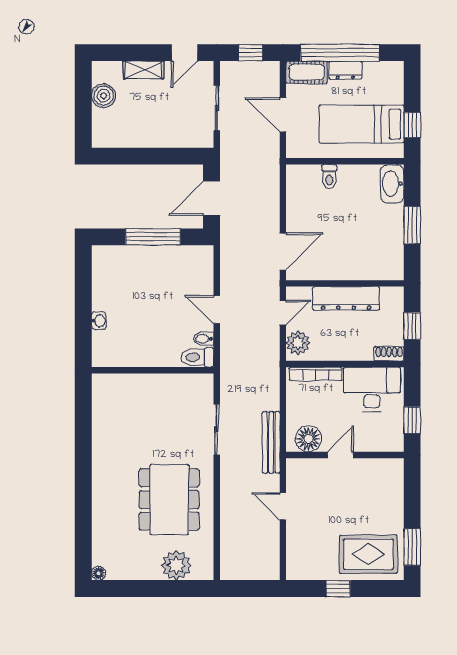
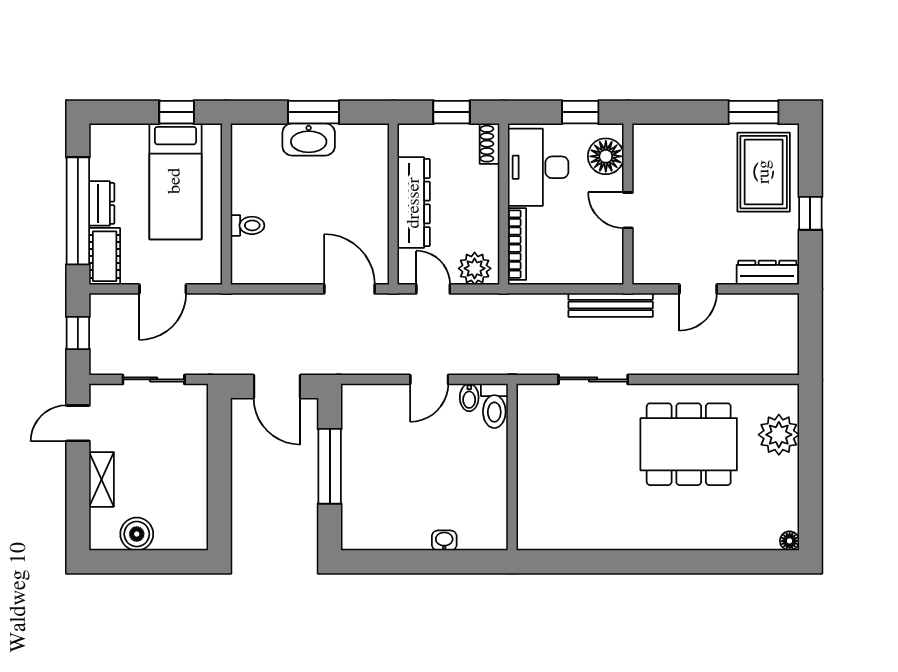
door: (185, 53) -> (78, 423), swing flipped
washbasin: (392, 184) -> (309, 139), moved
floor lamp: (308, 439) -> (606, 156), moved
dresser: (295, 557) -> (767, 273), added

